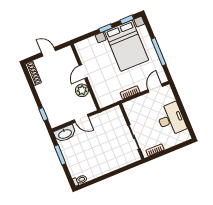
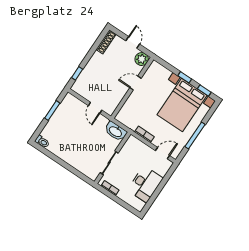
plant: (82, 90) -> (142, 59), moved
washbasin: (65, 134) -> (116, 131), moved

